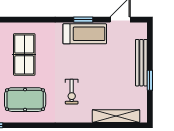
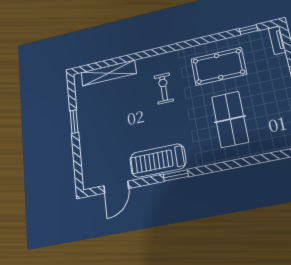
window: (83, 20) -> (176, 175), moved
bench: (141, 63) -> (86, 140), removed

